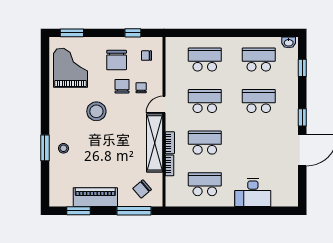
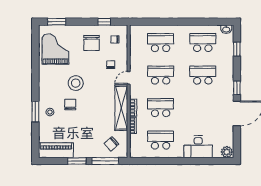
chair: (122, 86) -> (70, 105), moved
piano: (95, 197) -> (56, 150), moved
plant: (289, 199) -> (227, 152), added
window: (78, 211) -> (77, 161), moved

